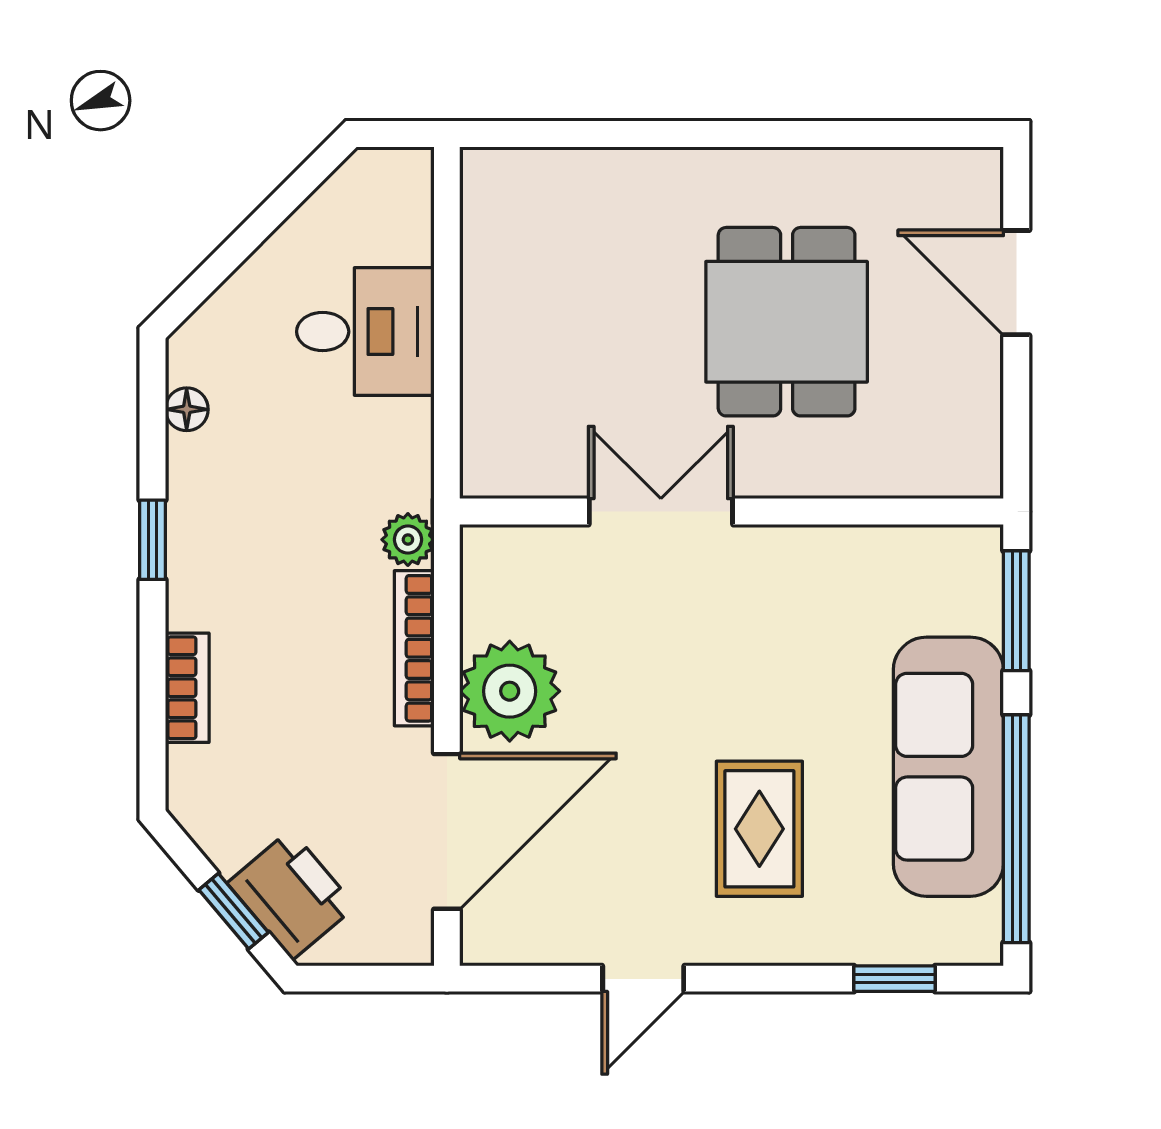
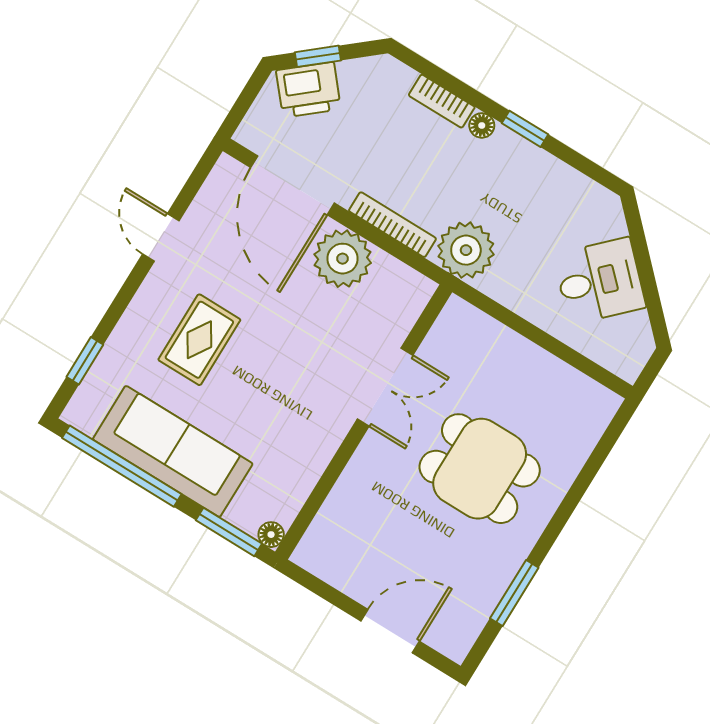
window: (847, 134) -> (514, 593), added
dining table: (787, 322) -> (480, 469), moved
desk: (365, 332) -> (600, 281), moved, turned -135
floor lamp: (187, 409) -> (482, 125), moved
plant: (408, 540) -> (466, 250), width x1.88, depth x1.88
floor lamp: (982, 546) -> (271, 535), added
rug: (759, 829) -> (199, 340), turned 90

